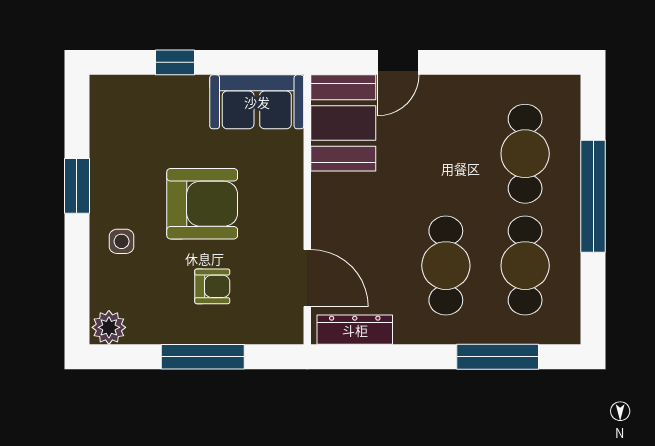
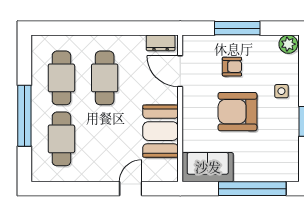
window: (175, 62) -> (252, 189), width x3.17
booth: (343, 123) -> (161, 131), moved
armchair: (212, 286) -> (232, 67), turned 180
dresser: (355, 330) -> (161, 43), width x0.70
window: (498, 357) -> (76, 28), removed

